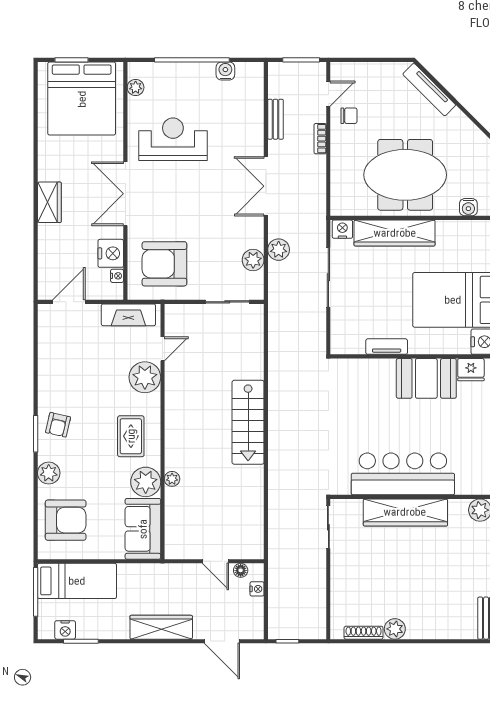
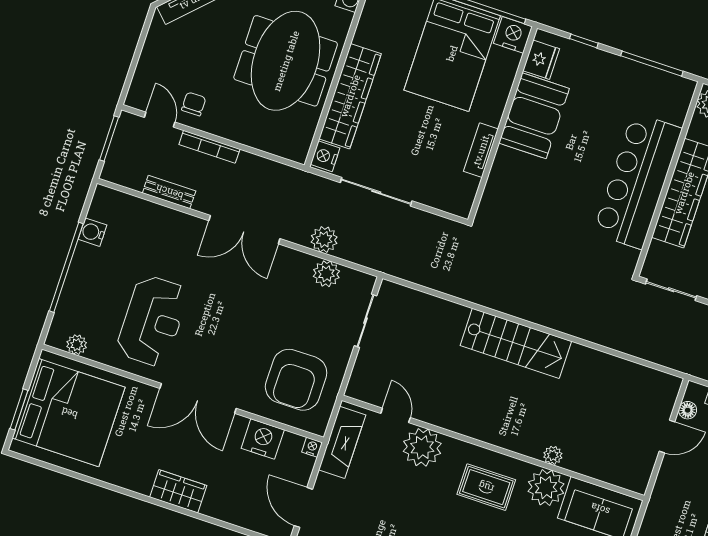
reception desk: (173, 139) -> (152, 321), turned 180
bookcase: (320, 139) -> (209, 147), width x1.56
nightstand: (117, 276) -> (312, 447), moved

